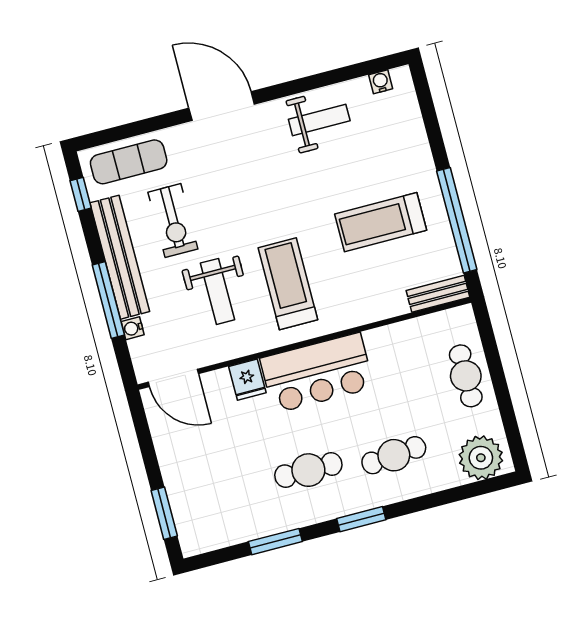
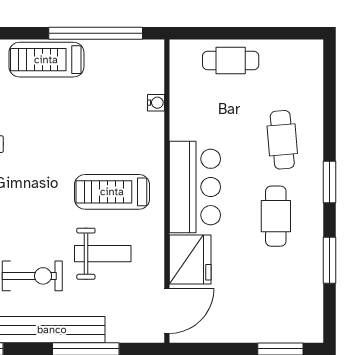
treadmill: (381, 222) -> (46, 60), moved, turned 90
bench: (438, 294) -> (154, 66), removed
water cooler: (133, 328) -> (156, 103), moved, turned -90
fridge: (247, 380) -> (190, 259), width x1.88, depth x1.34
plant: (481, 458) -> (304, 66), removed

